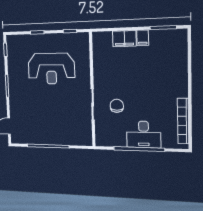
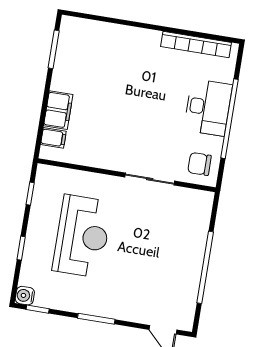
filing cabinet: (143, 38) -> (53, 138), moved
water cooler: (11, 40) -> (25, 296), added
chair: (117, 106) -> (200, 164), moved

